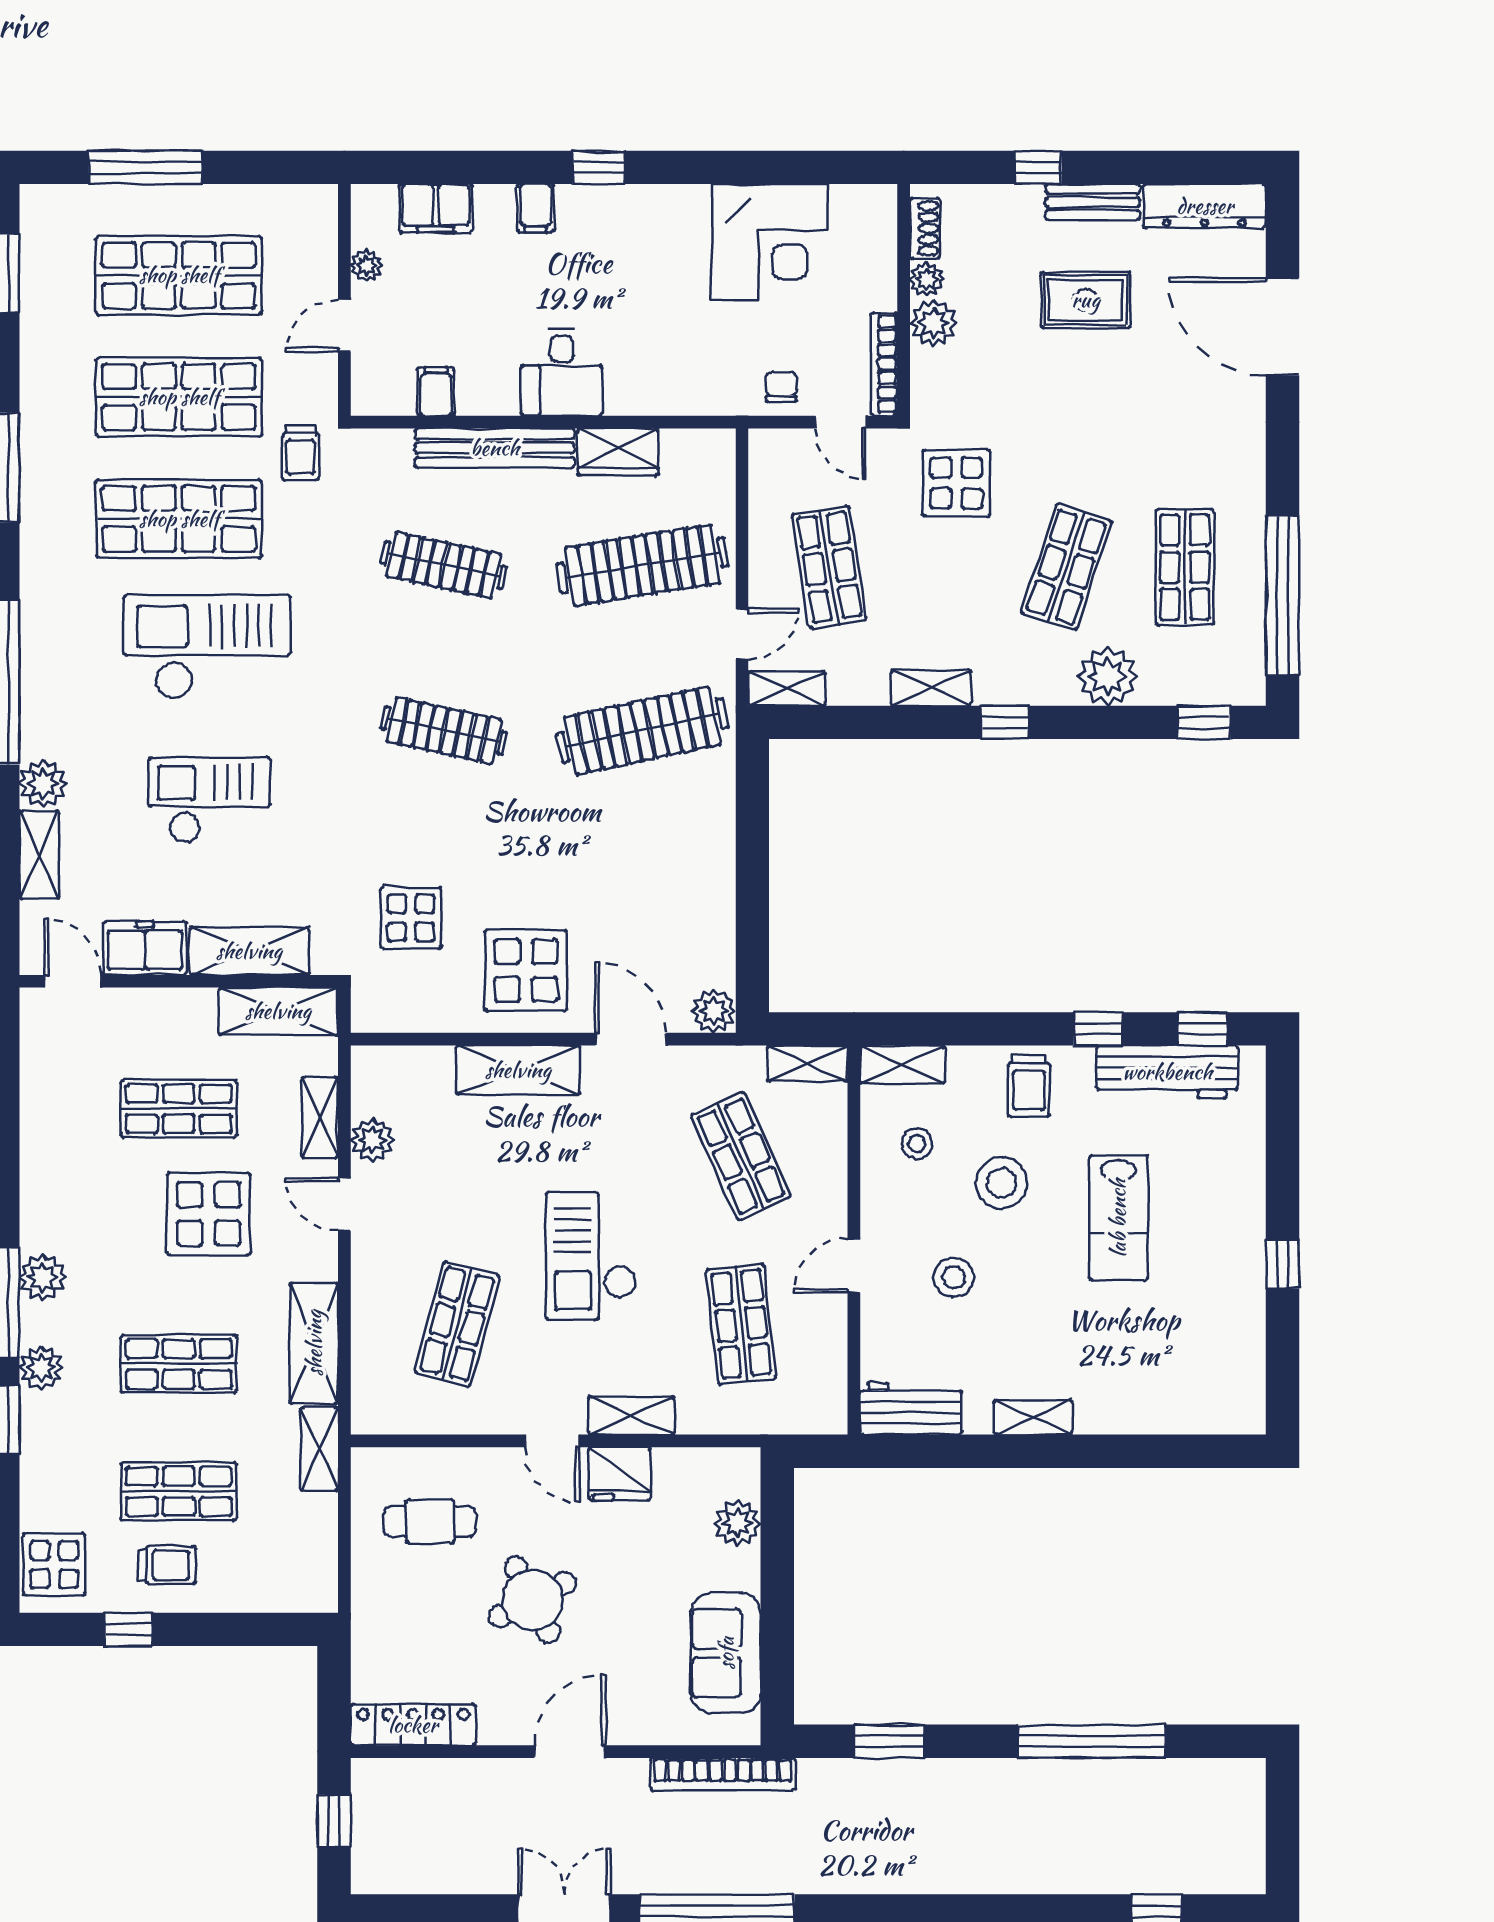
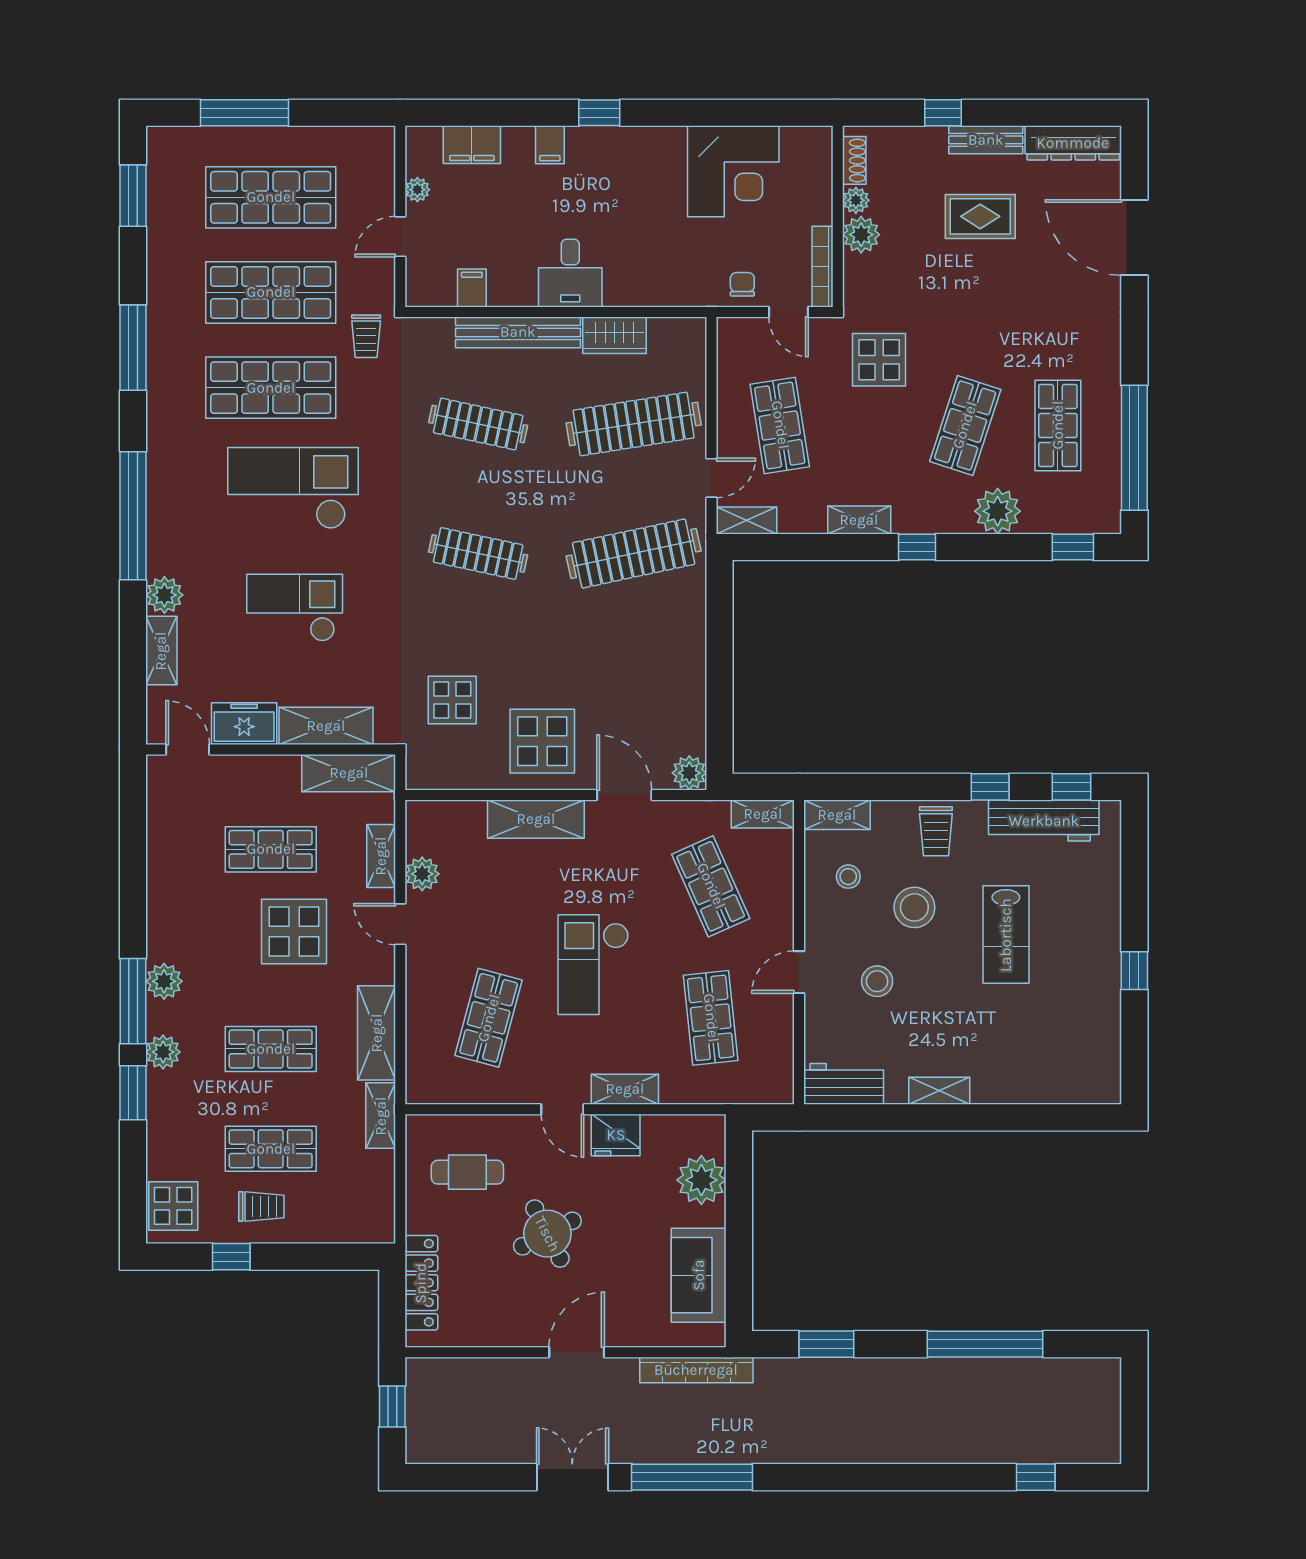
plant: (738, 1523) -> (701, 1180), width x1.36, depth x1.36
locker: (413, 1725) -> (421, 1283), moved, turned 90

